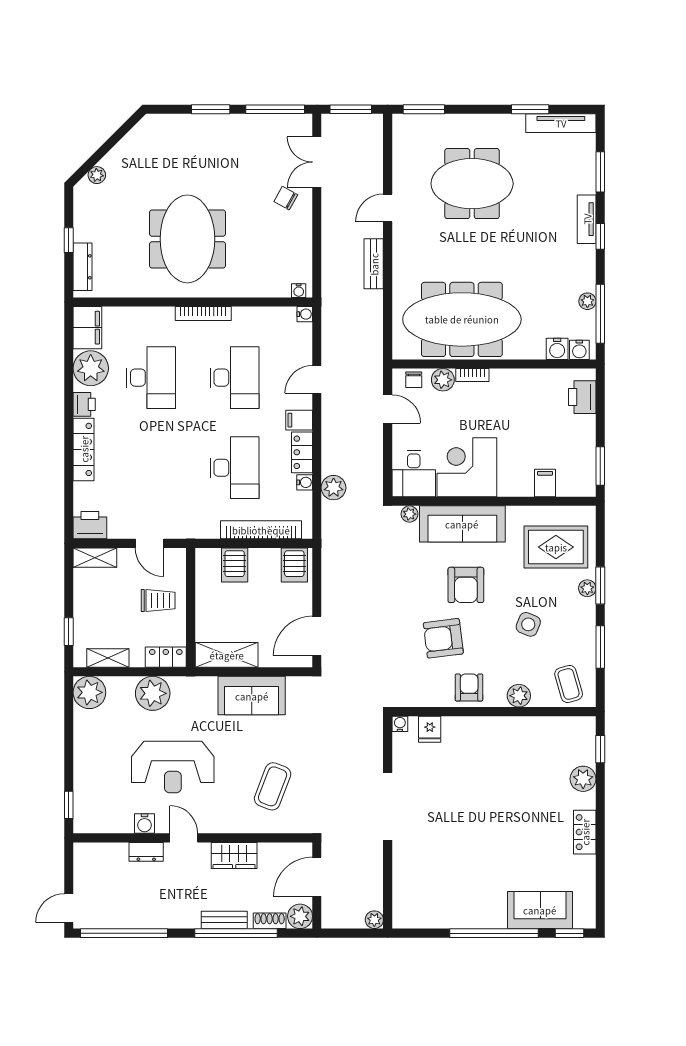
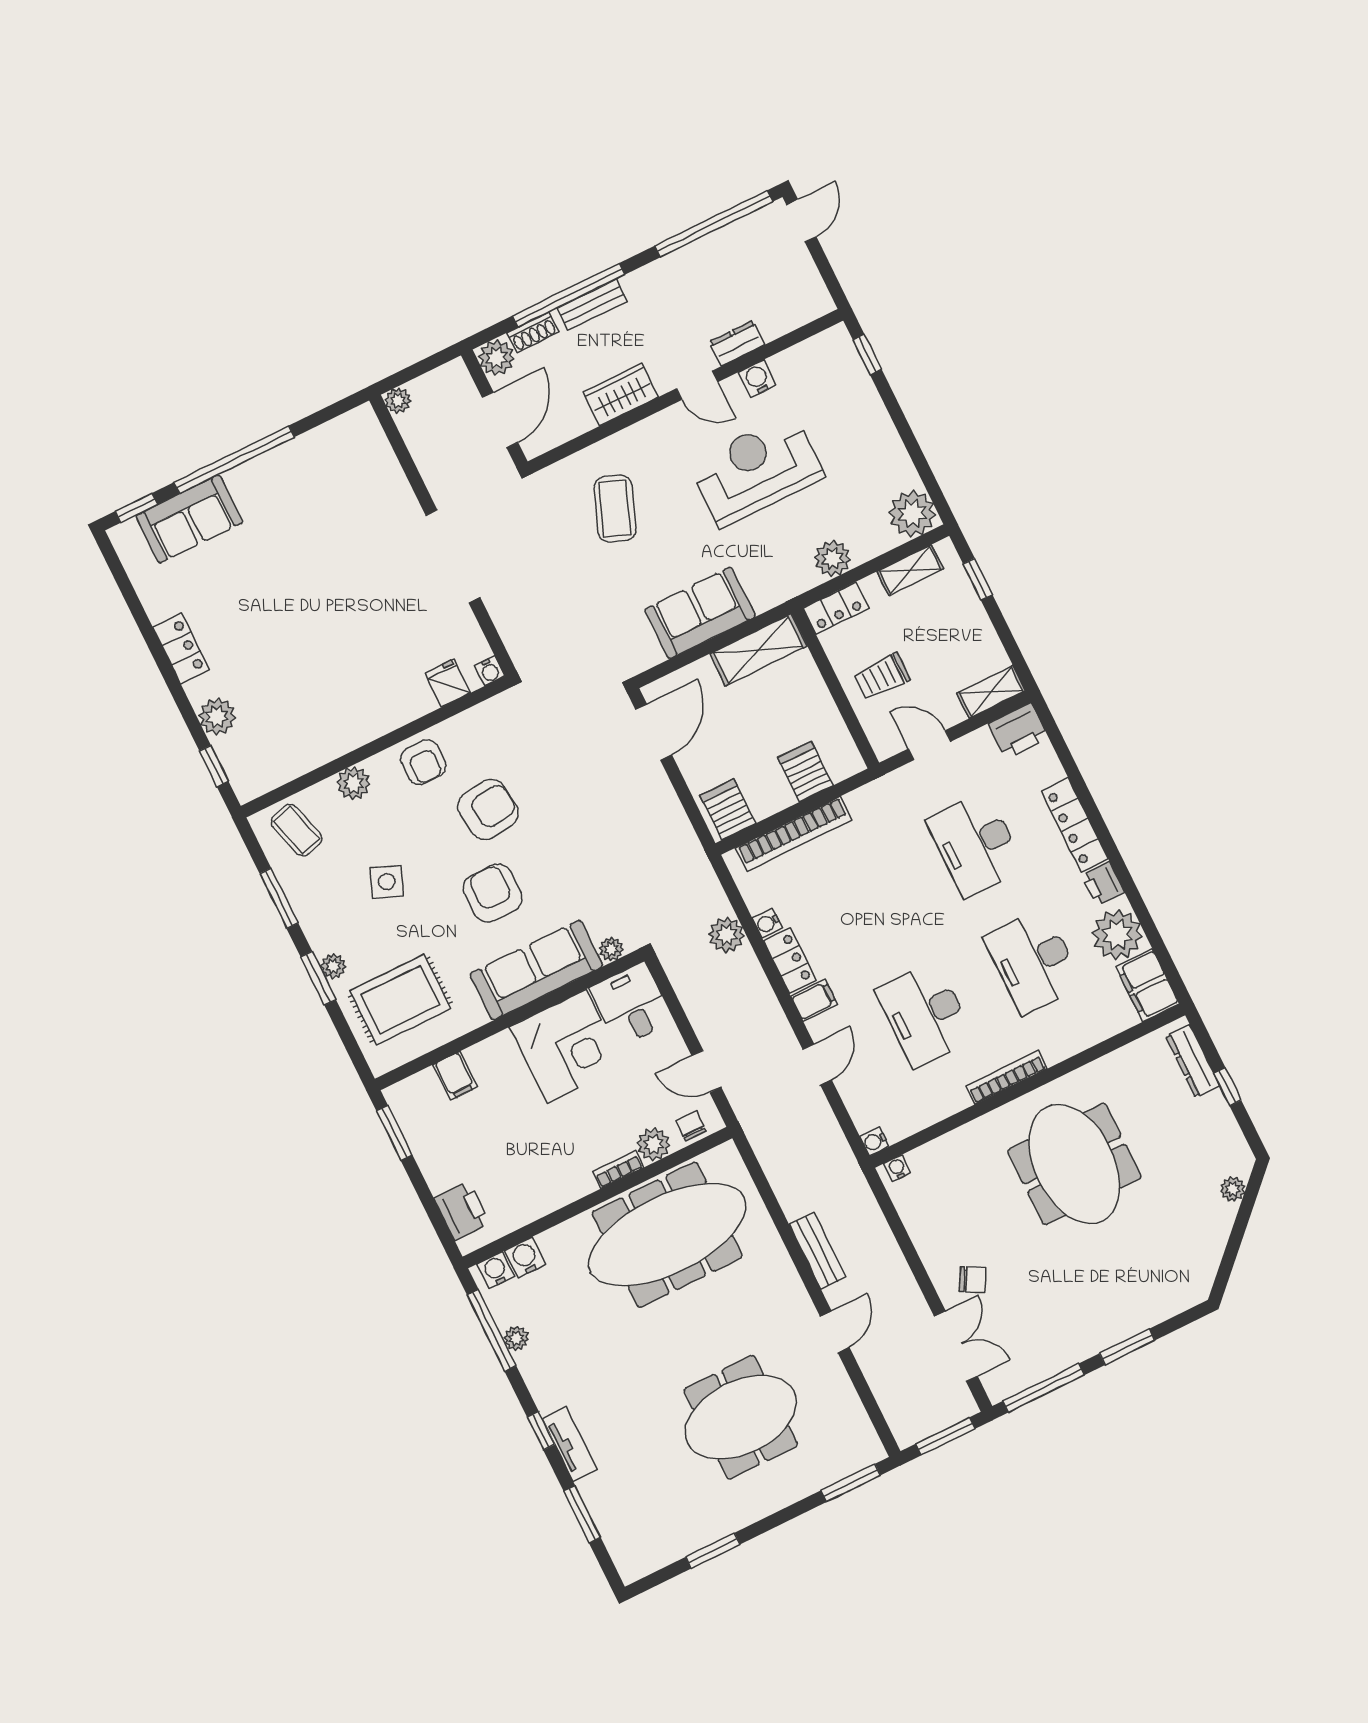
tv unit: (561, 123) -> (664, 1552), removed
desk: (234, 468) -> (976, 844), moved
plant: (153, 693) -> (833, 559), width x0.73, depth x0.73

